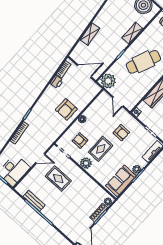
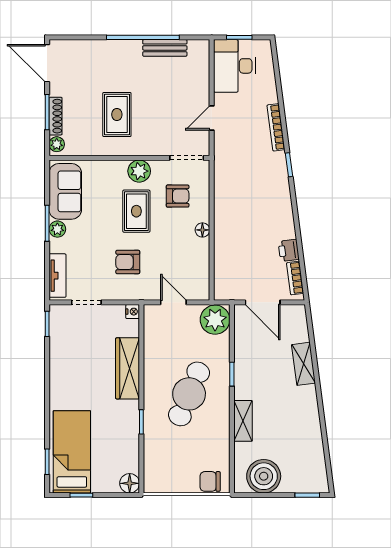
door: (84, 71) -> (263, 302), hinge flipped
armchair: (66, 109) -> (238, 223), removed
rug: (58, 179) -> (117, 115), moved, turned 90

